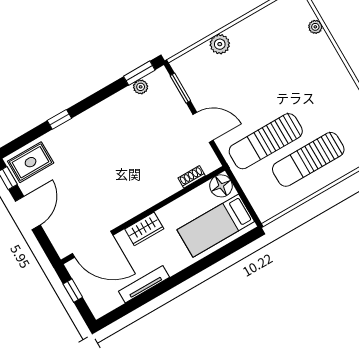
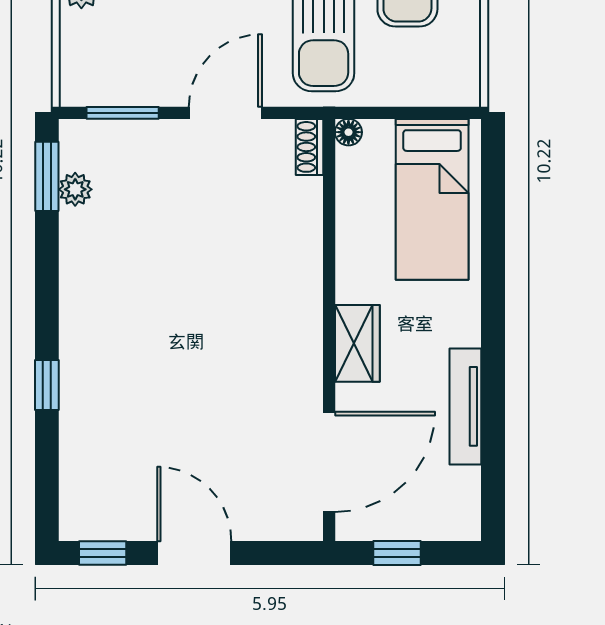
rug: (31, 162) -> (98, 490), removed
shoe rack: (192, 177) -> (310, 147), moved
floor lamp: (221, 186) -> (348, 132), width x0.53, depth x0.53

